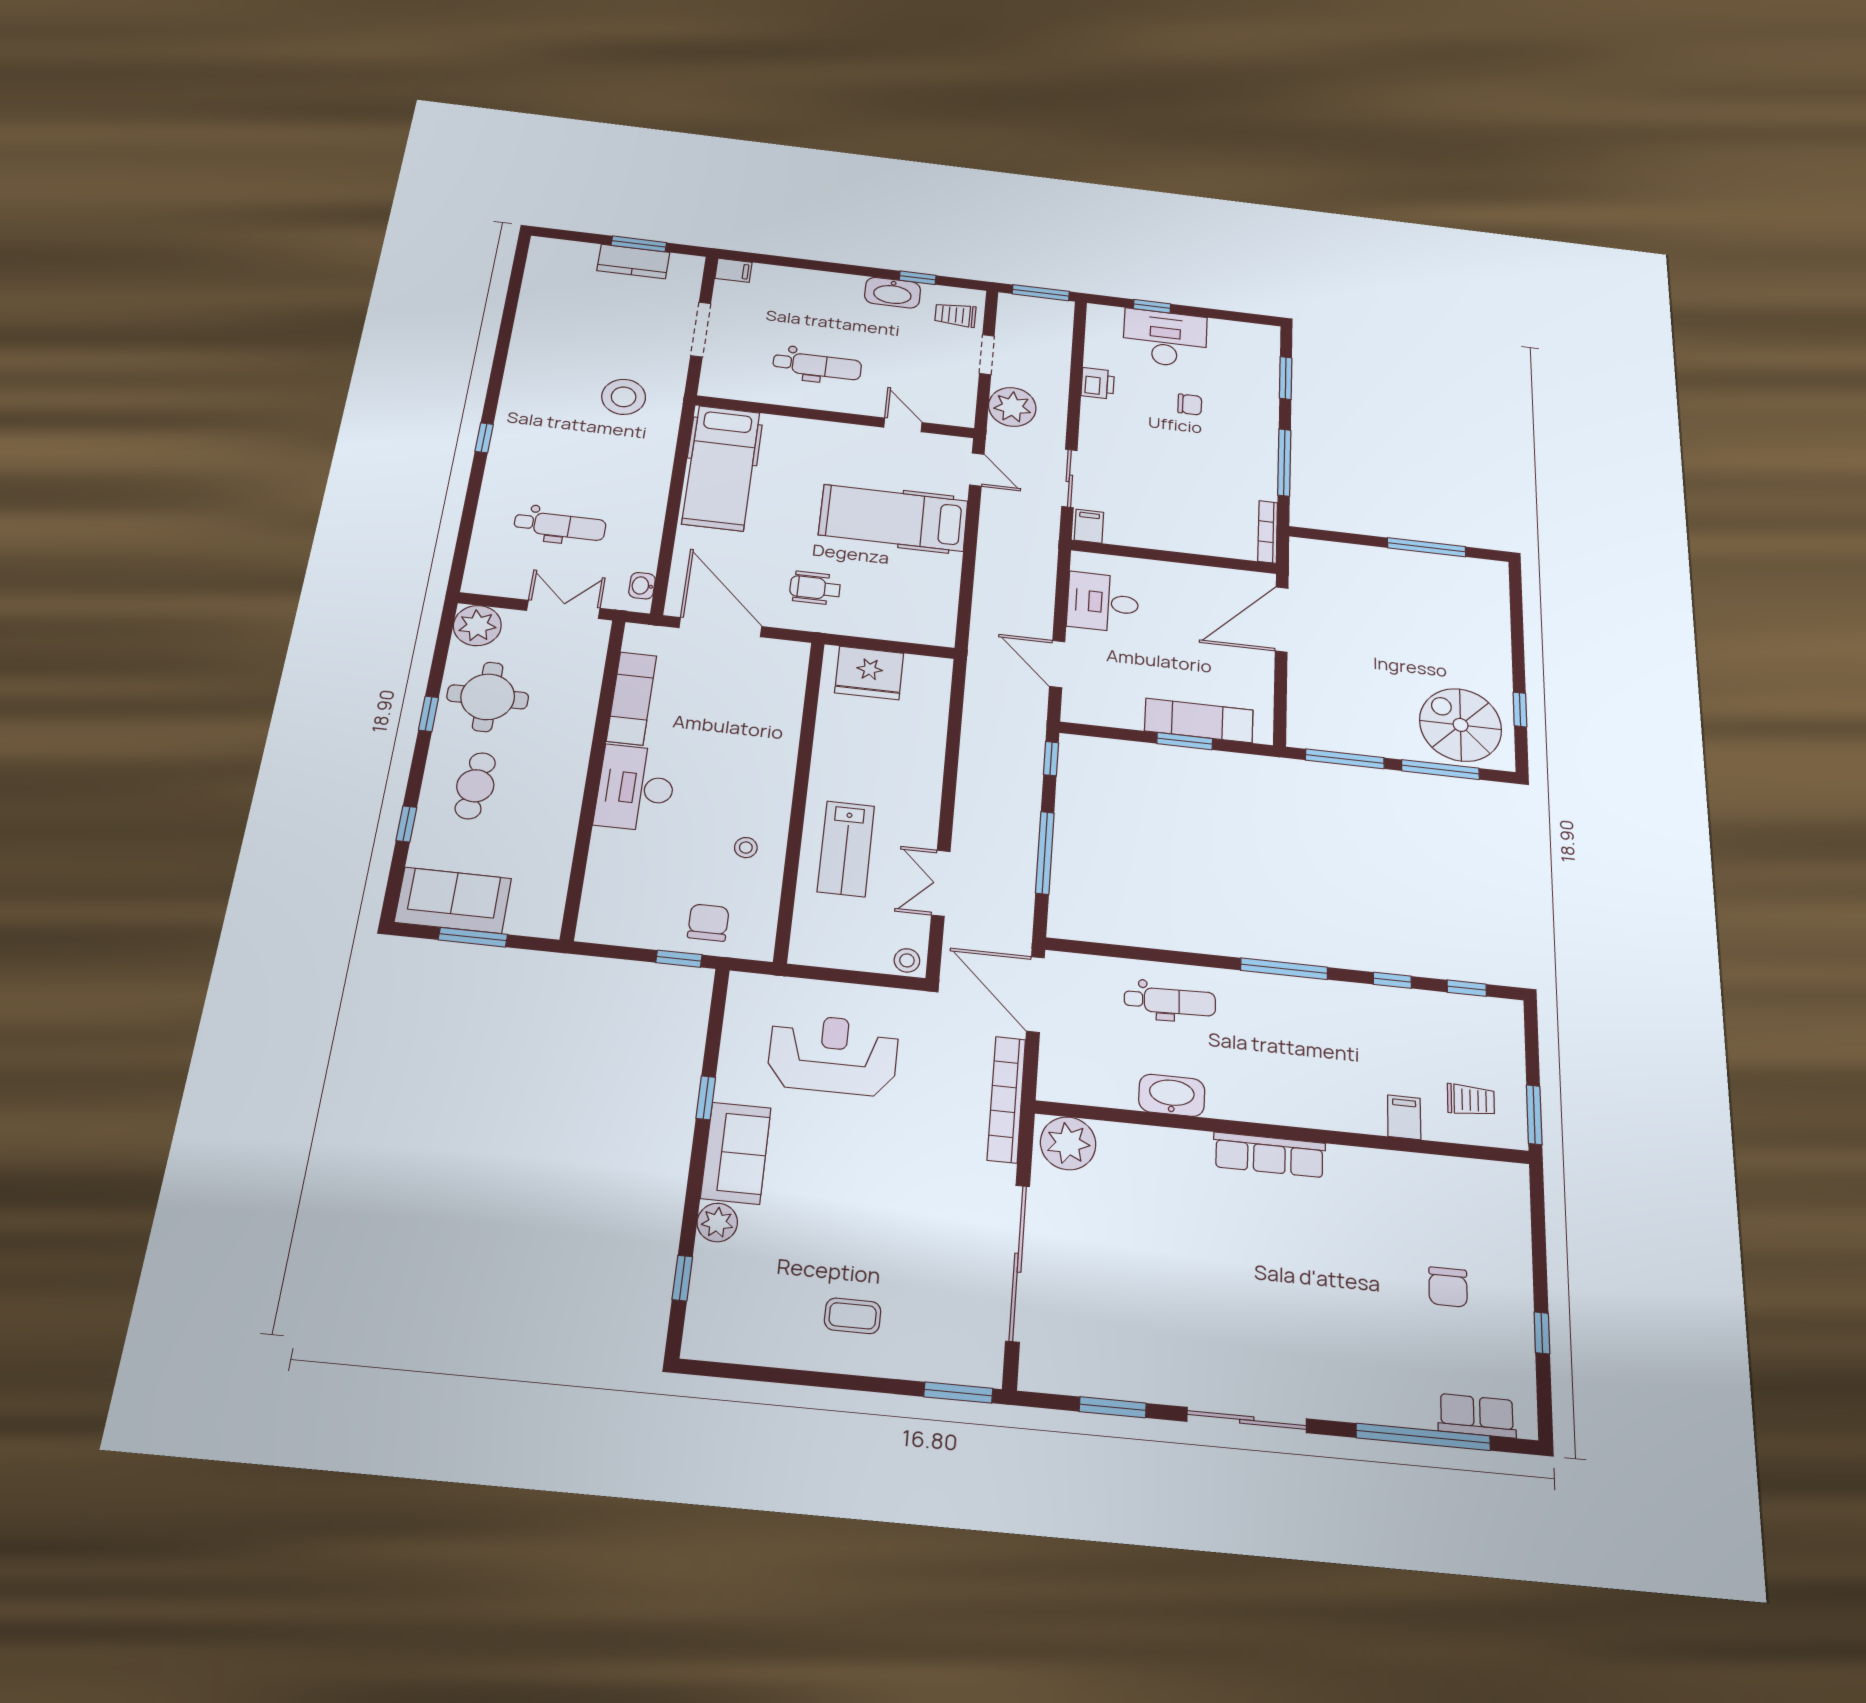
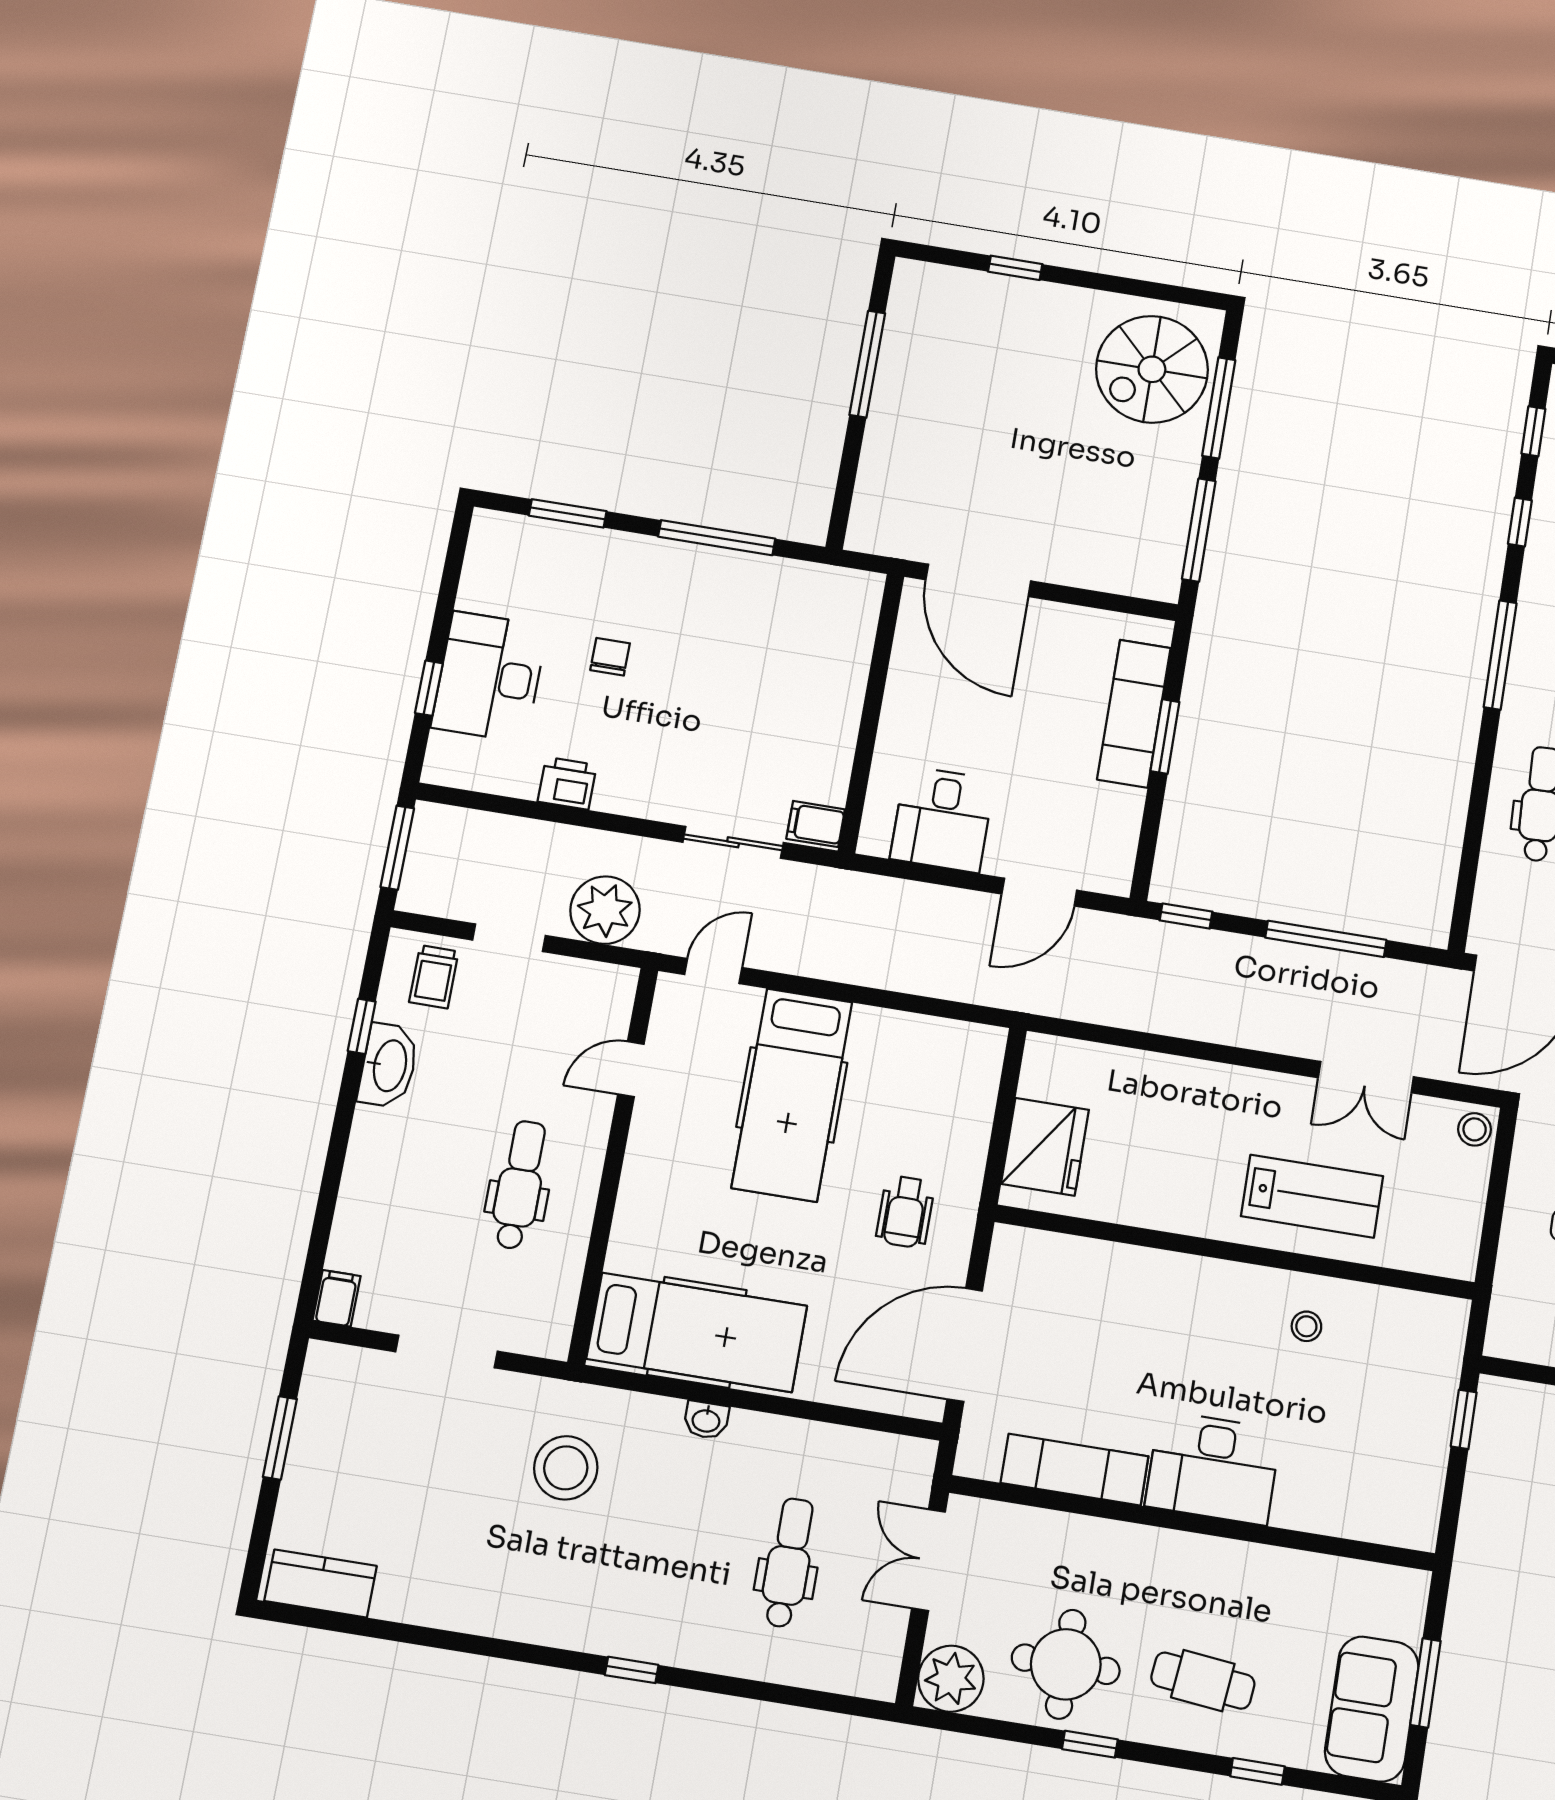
kitchen counter: (633, 262) -> (321, 1583), moved, turned -90
bookcase: (1268, 532) -> (834, 578), removed
washbasin: (642, 586) -> (706, 1420), moved
window: (1520, 709) -> (1015, 268), moved
chair: (708, 923) -> (1414, 1380), removed

